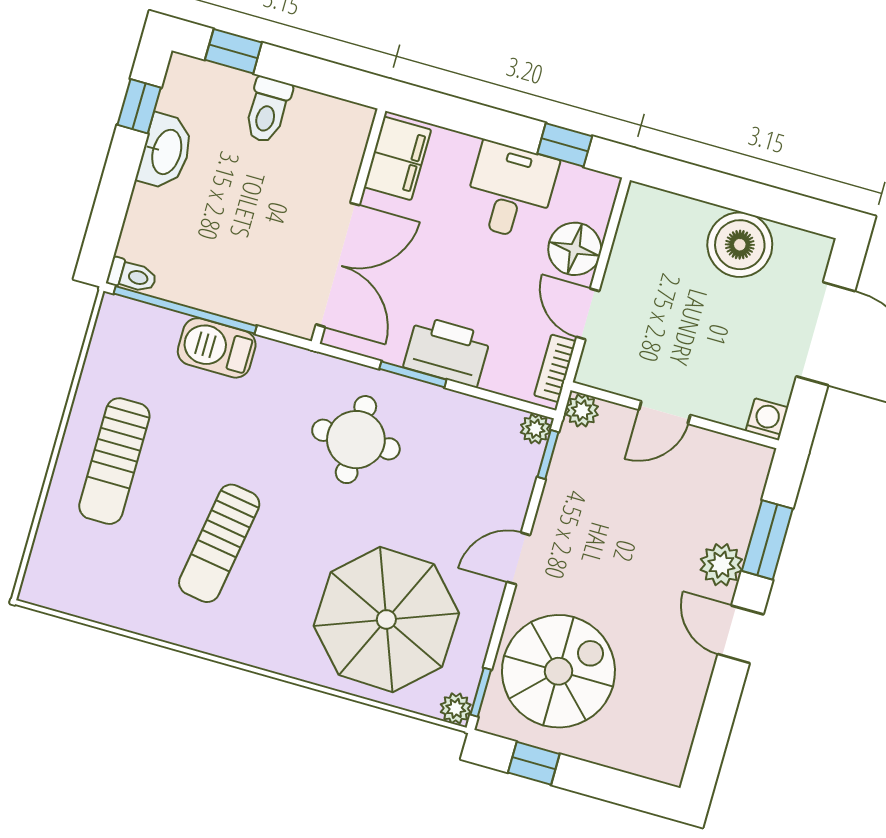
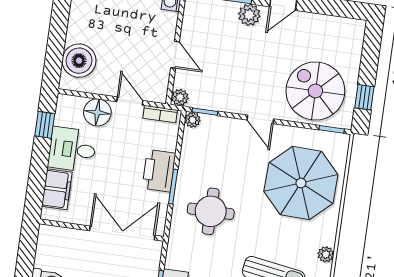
filing cabinet: (397, 158) -> (57, 189), moved, turned 90
boiler: (740, 245) -> (79, 61), moved
door: (588, 314) -> (130, 101), swing flipped
plant: (456, 708) -> (326, 254), moved

